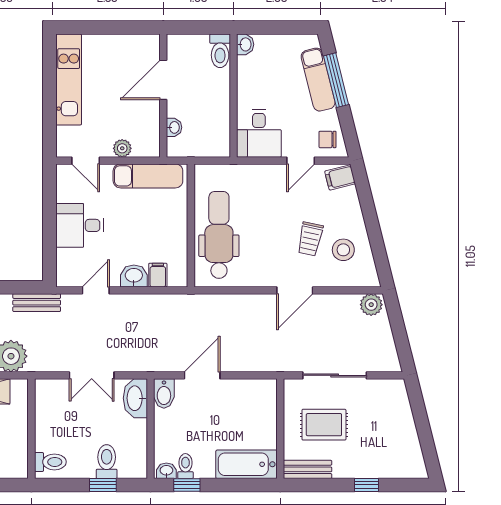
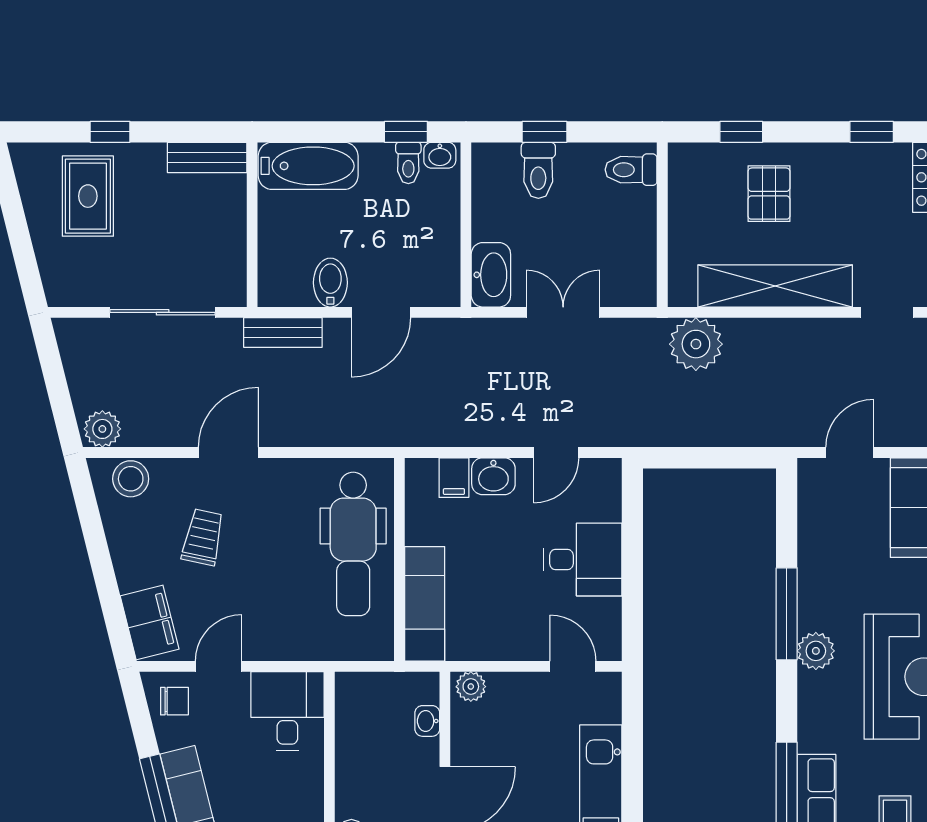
plant: (122, 148) -> (471, 687), moved
exam couch: (148, 176) -> (425, 604), moved, turned 90
filing cabinet: (340, 177) -> (150, 622), width x2.00
stool: (343, 250) -> (131, 479), moved
bench: (37, 303) -> (283, 333), moved
bidet: (164, 393) -> (330, 283), moved
rug: (324, 425) -> (88, 196), moved, turned 90

